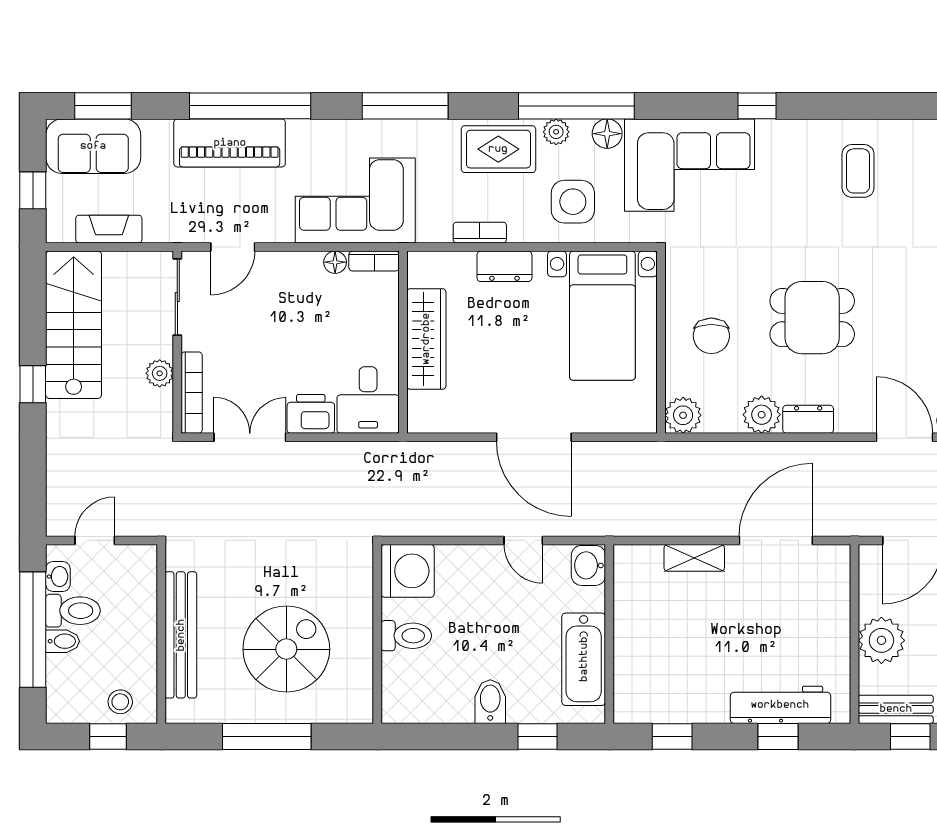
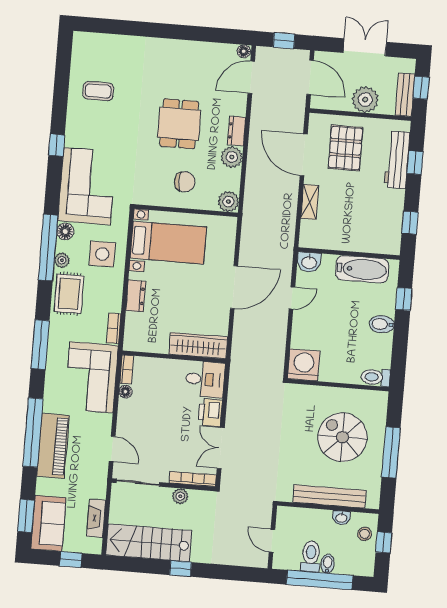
bookcase: (480, 233) -> (114, 328), moved
wardrobe: (426, 339) -> (198, 346), moved
washbasin: (58, 577) -> (341, 518), moved, turned 180
pallet: (794, 613) -> (345, 148), added
toilet: (406, 636) -> (376, 377), moved, turned -90

